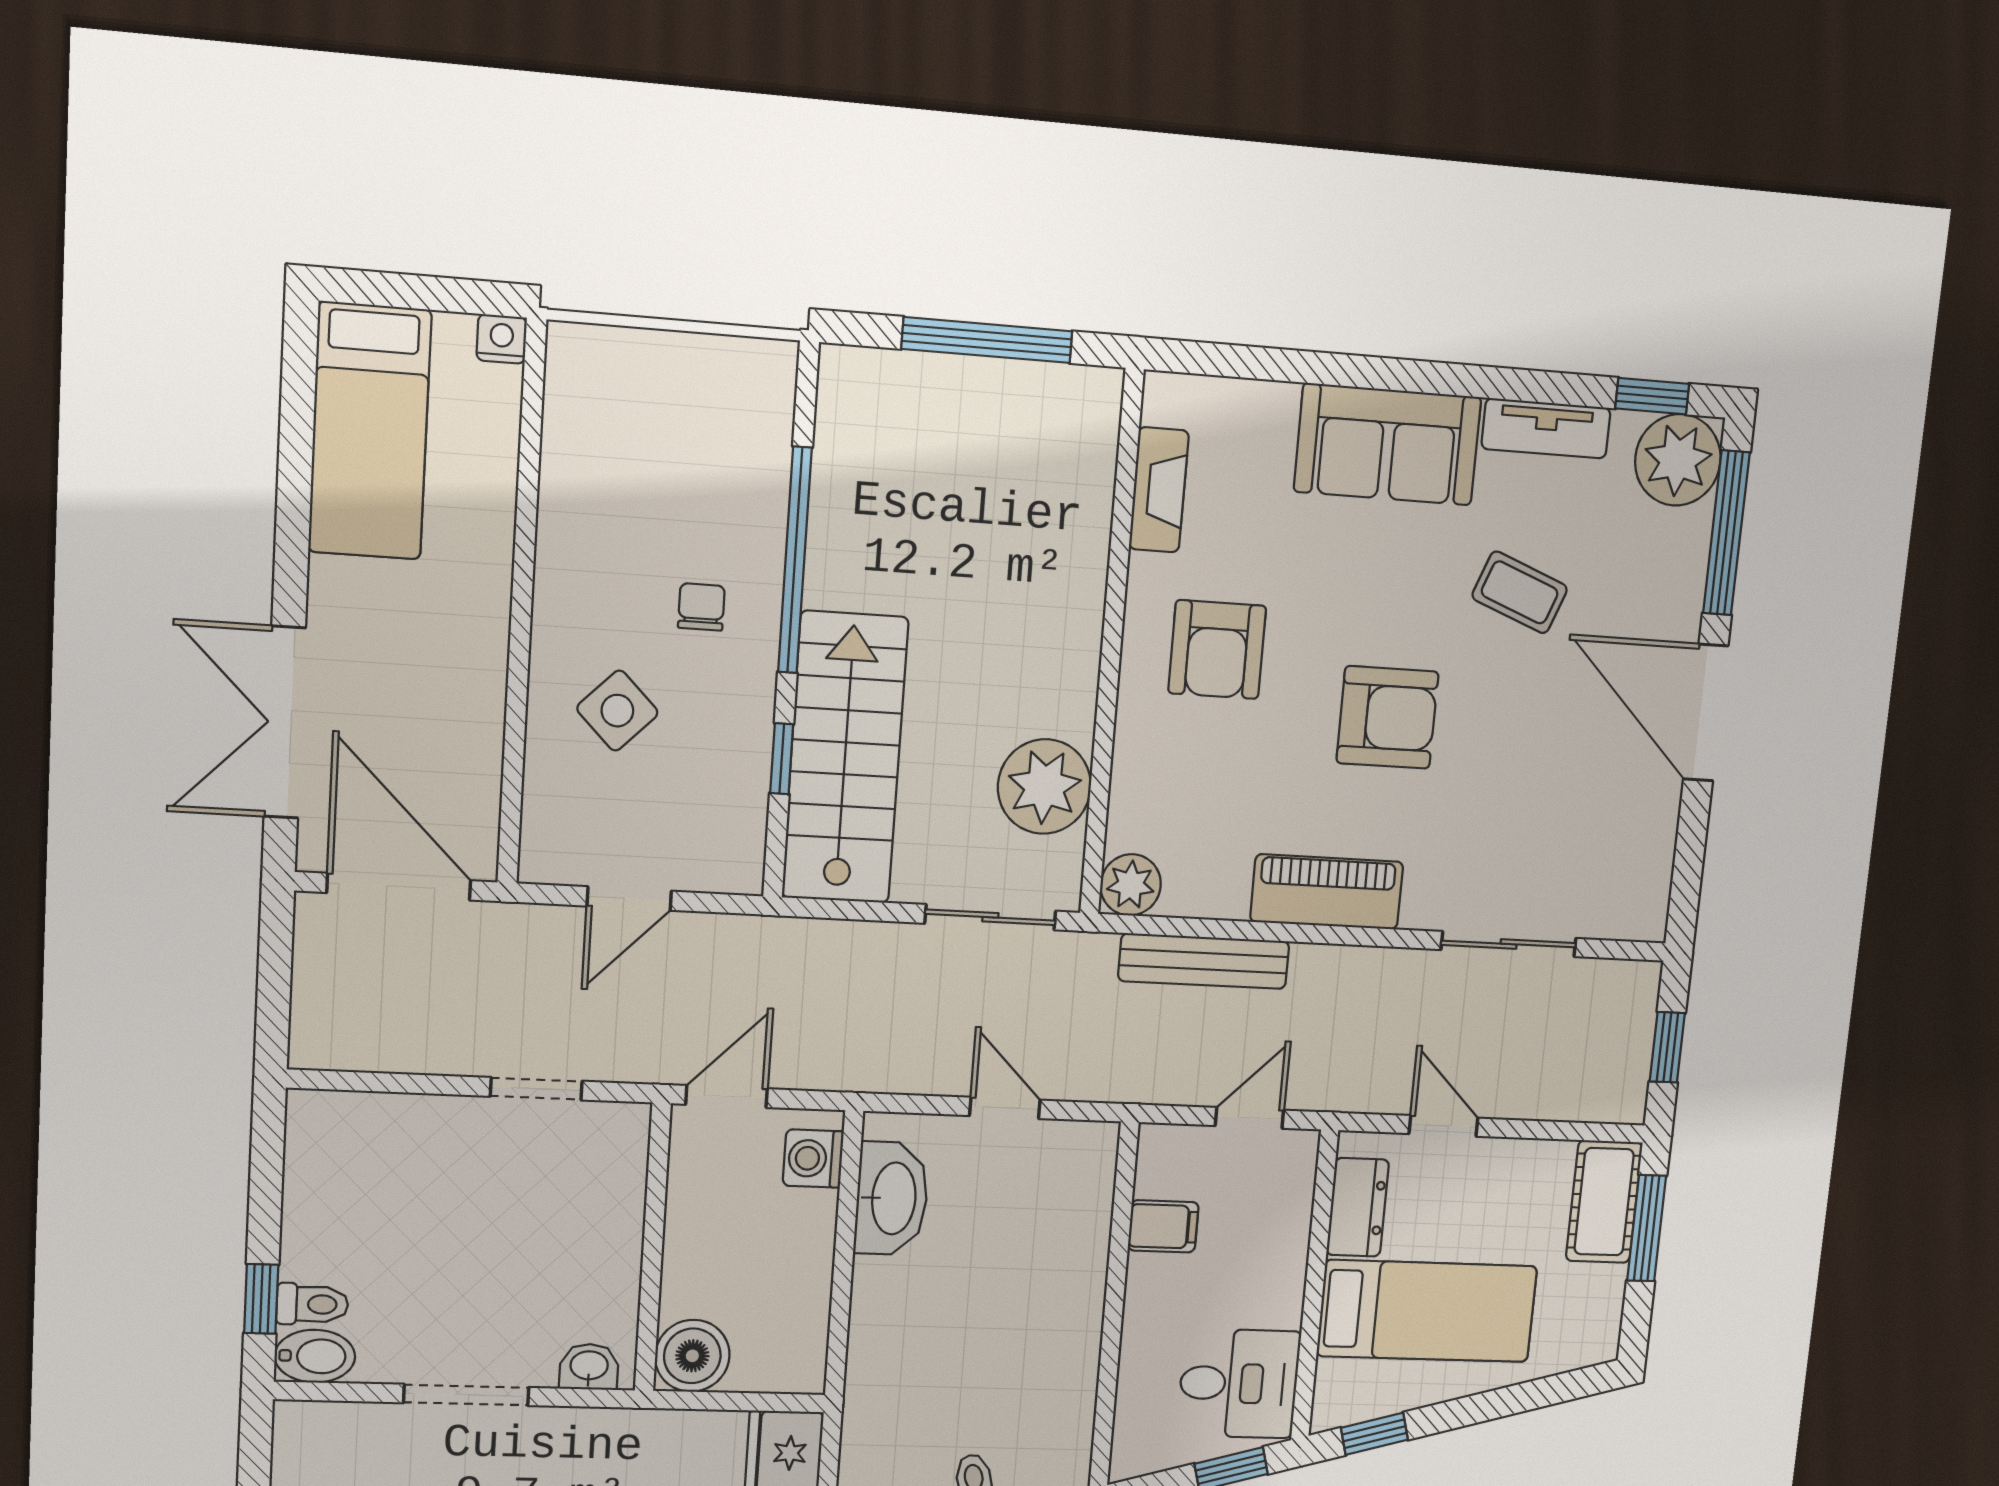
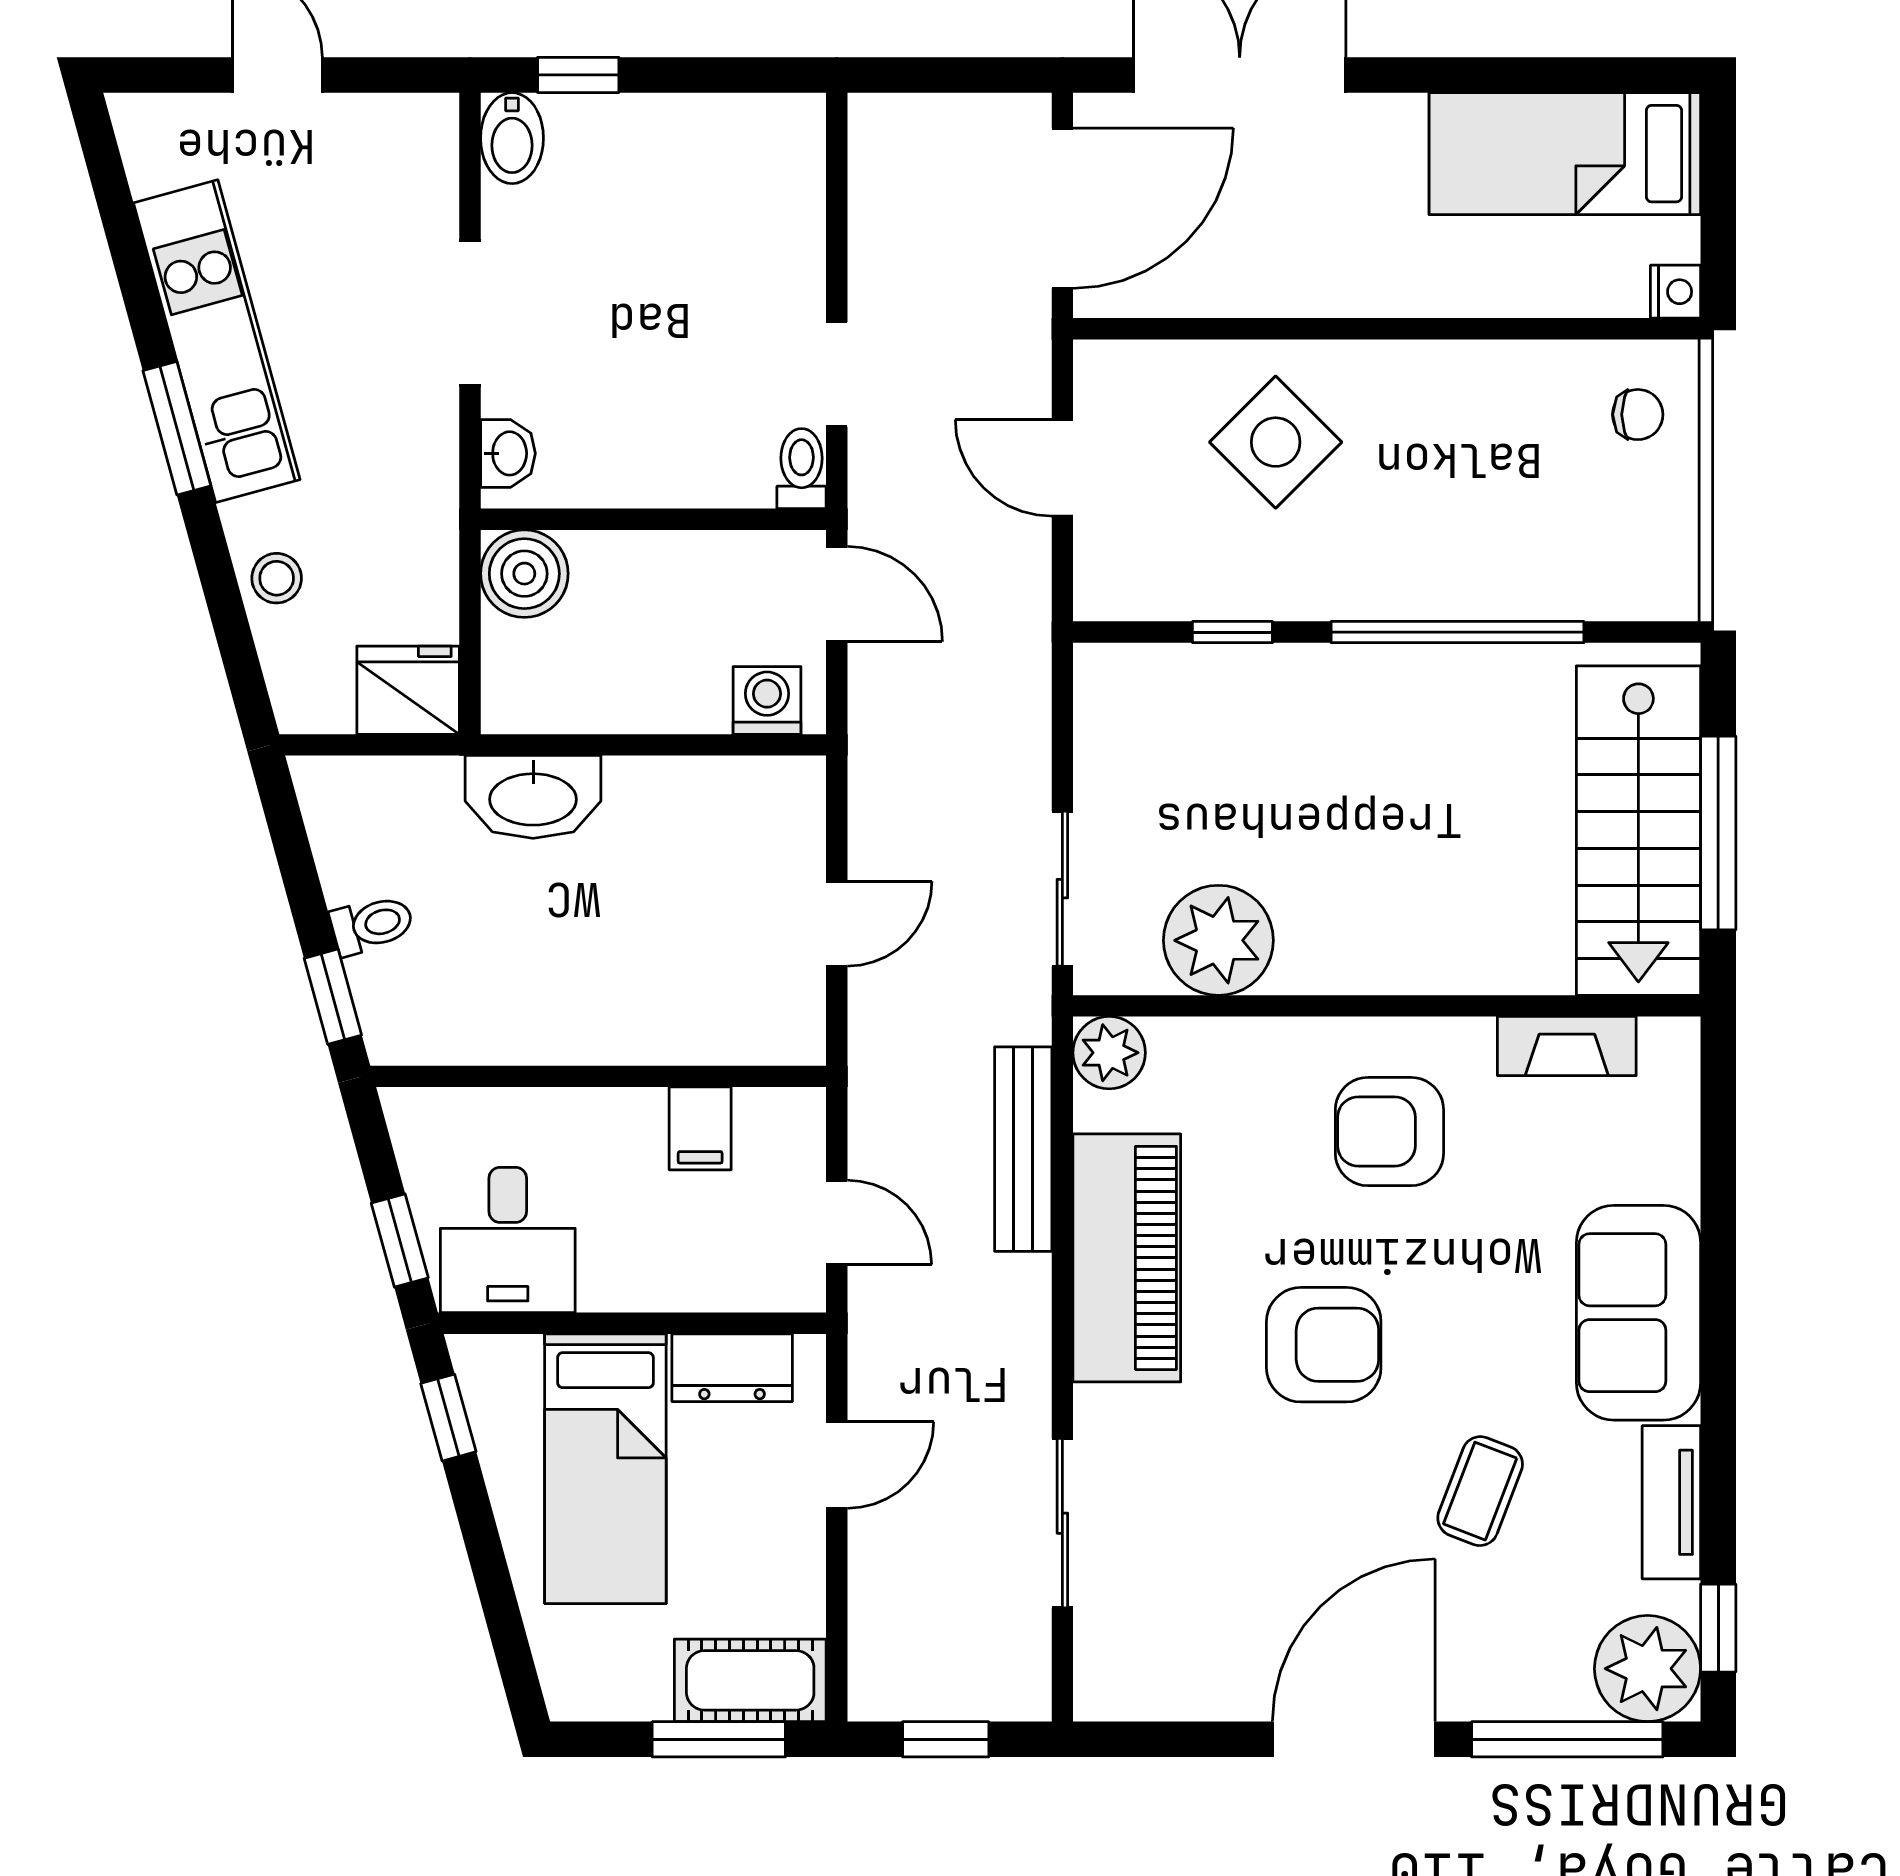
chair: (701, 607) -> (1638, 415), moved
side table: (617, 711) -> (1276, 442), width x1.37, depth x1.37
armchair: (1387, 717) -> (1324, 1345), turned -90
stairs: (845, 758) -> (1638, 831), moved, turned 90
piano: (1327, 892) -> (1127, 1258), width x1.37, depth x1.33
washbasin: (892, 1198) -> (533, 797), moved
toilet: (312, 1304) -> (802, 469), moved, turned 180

